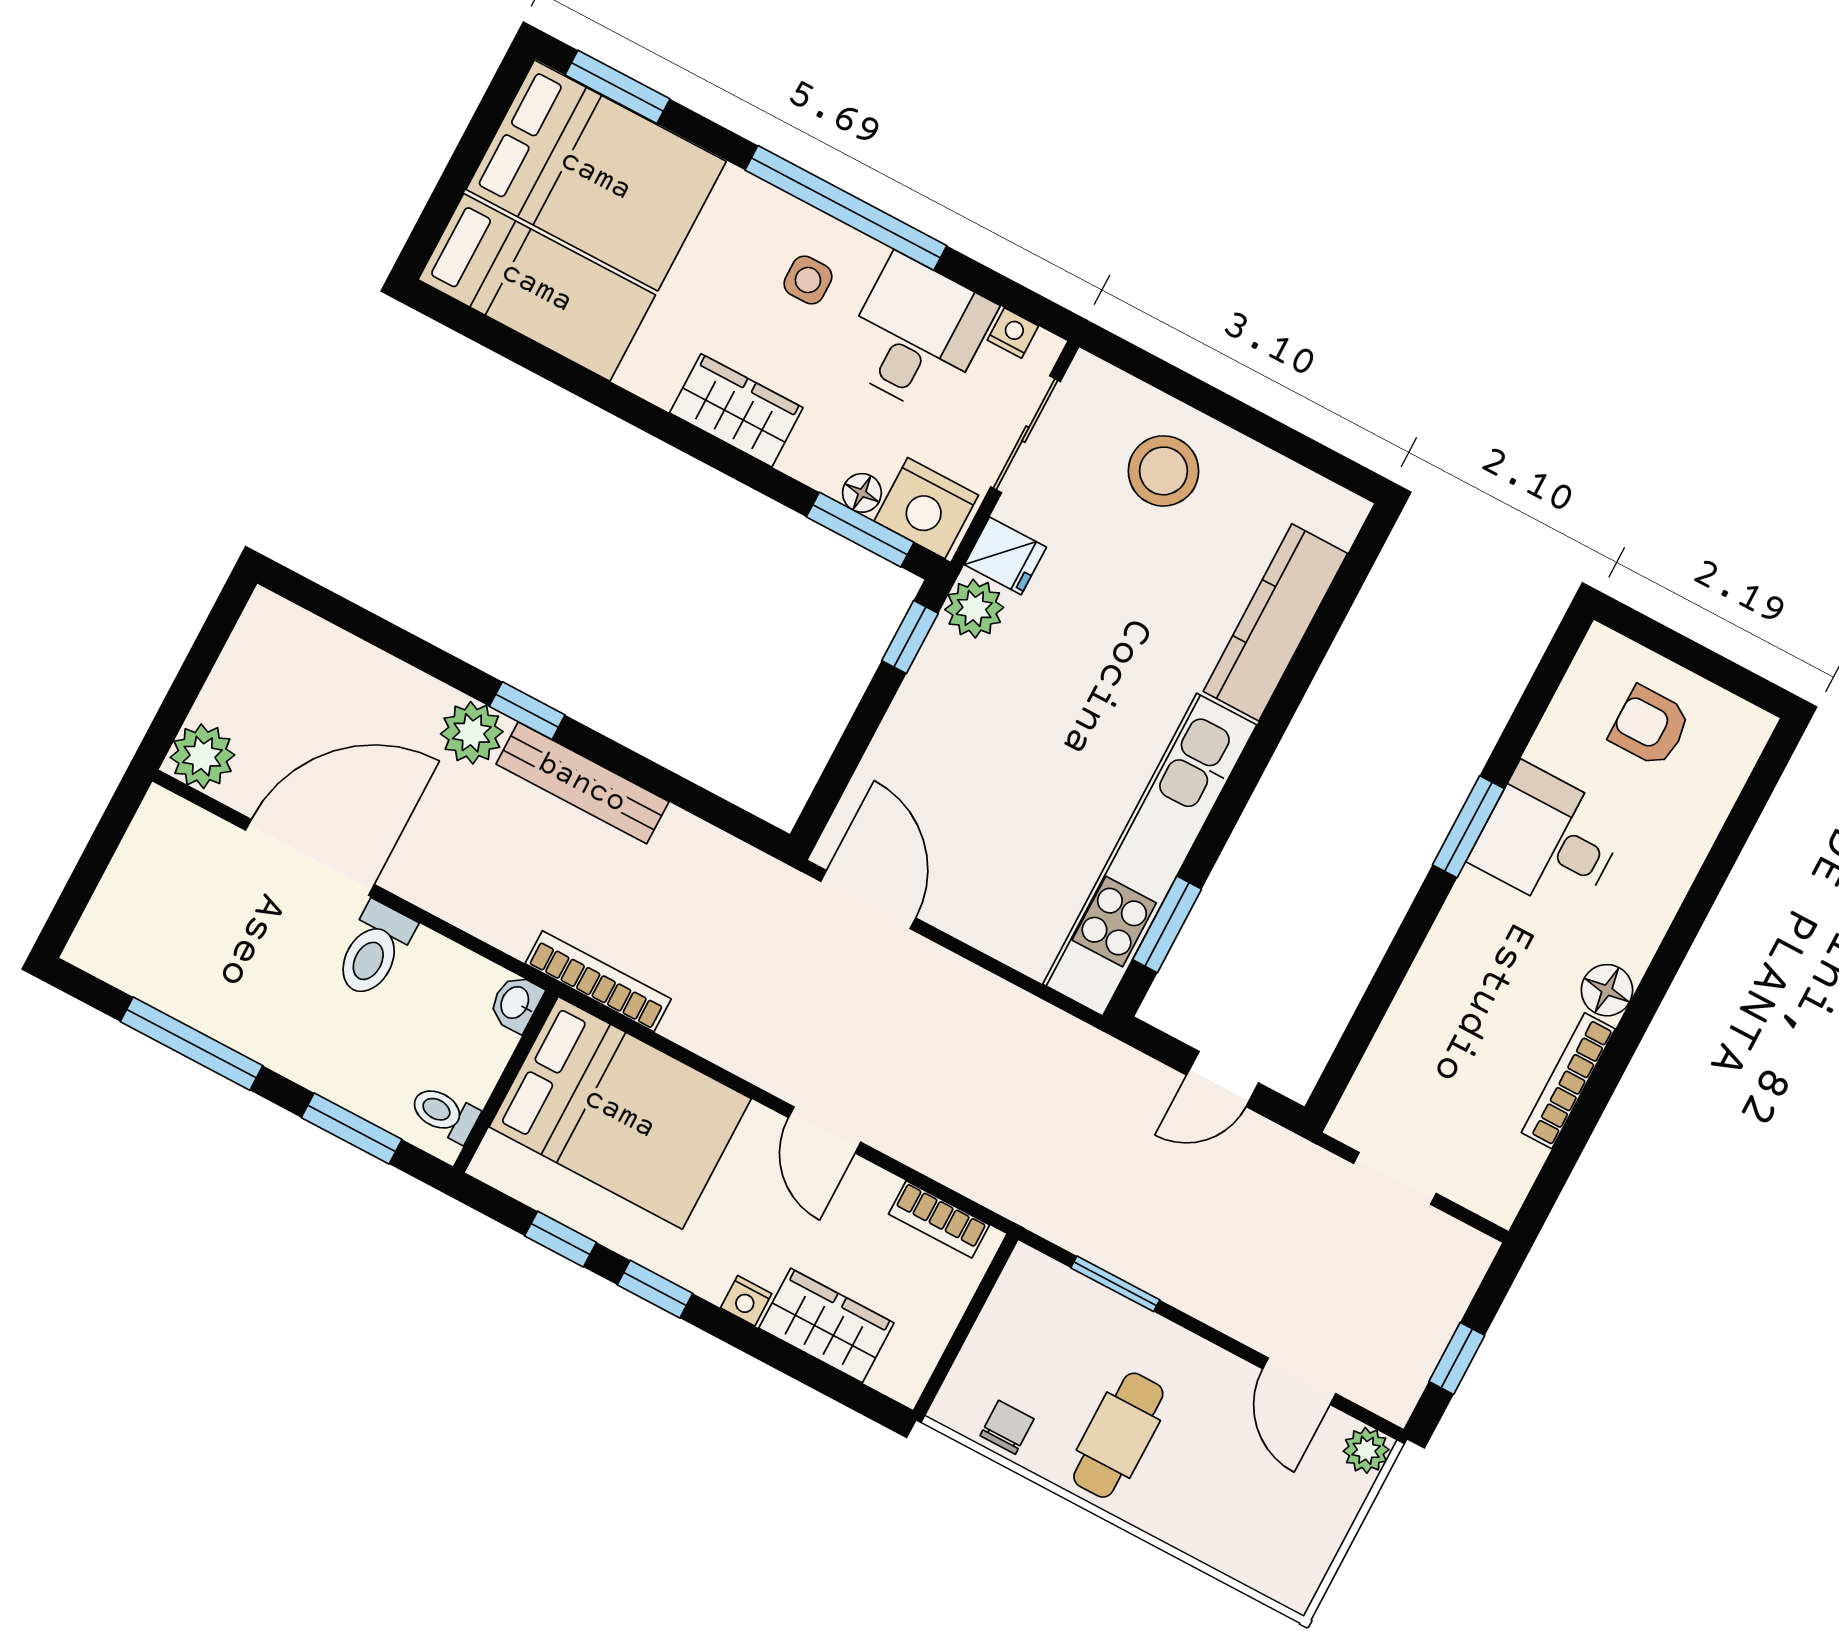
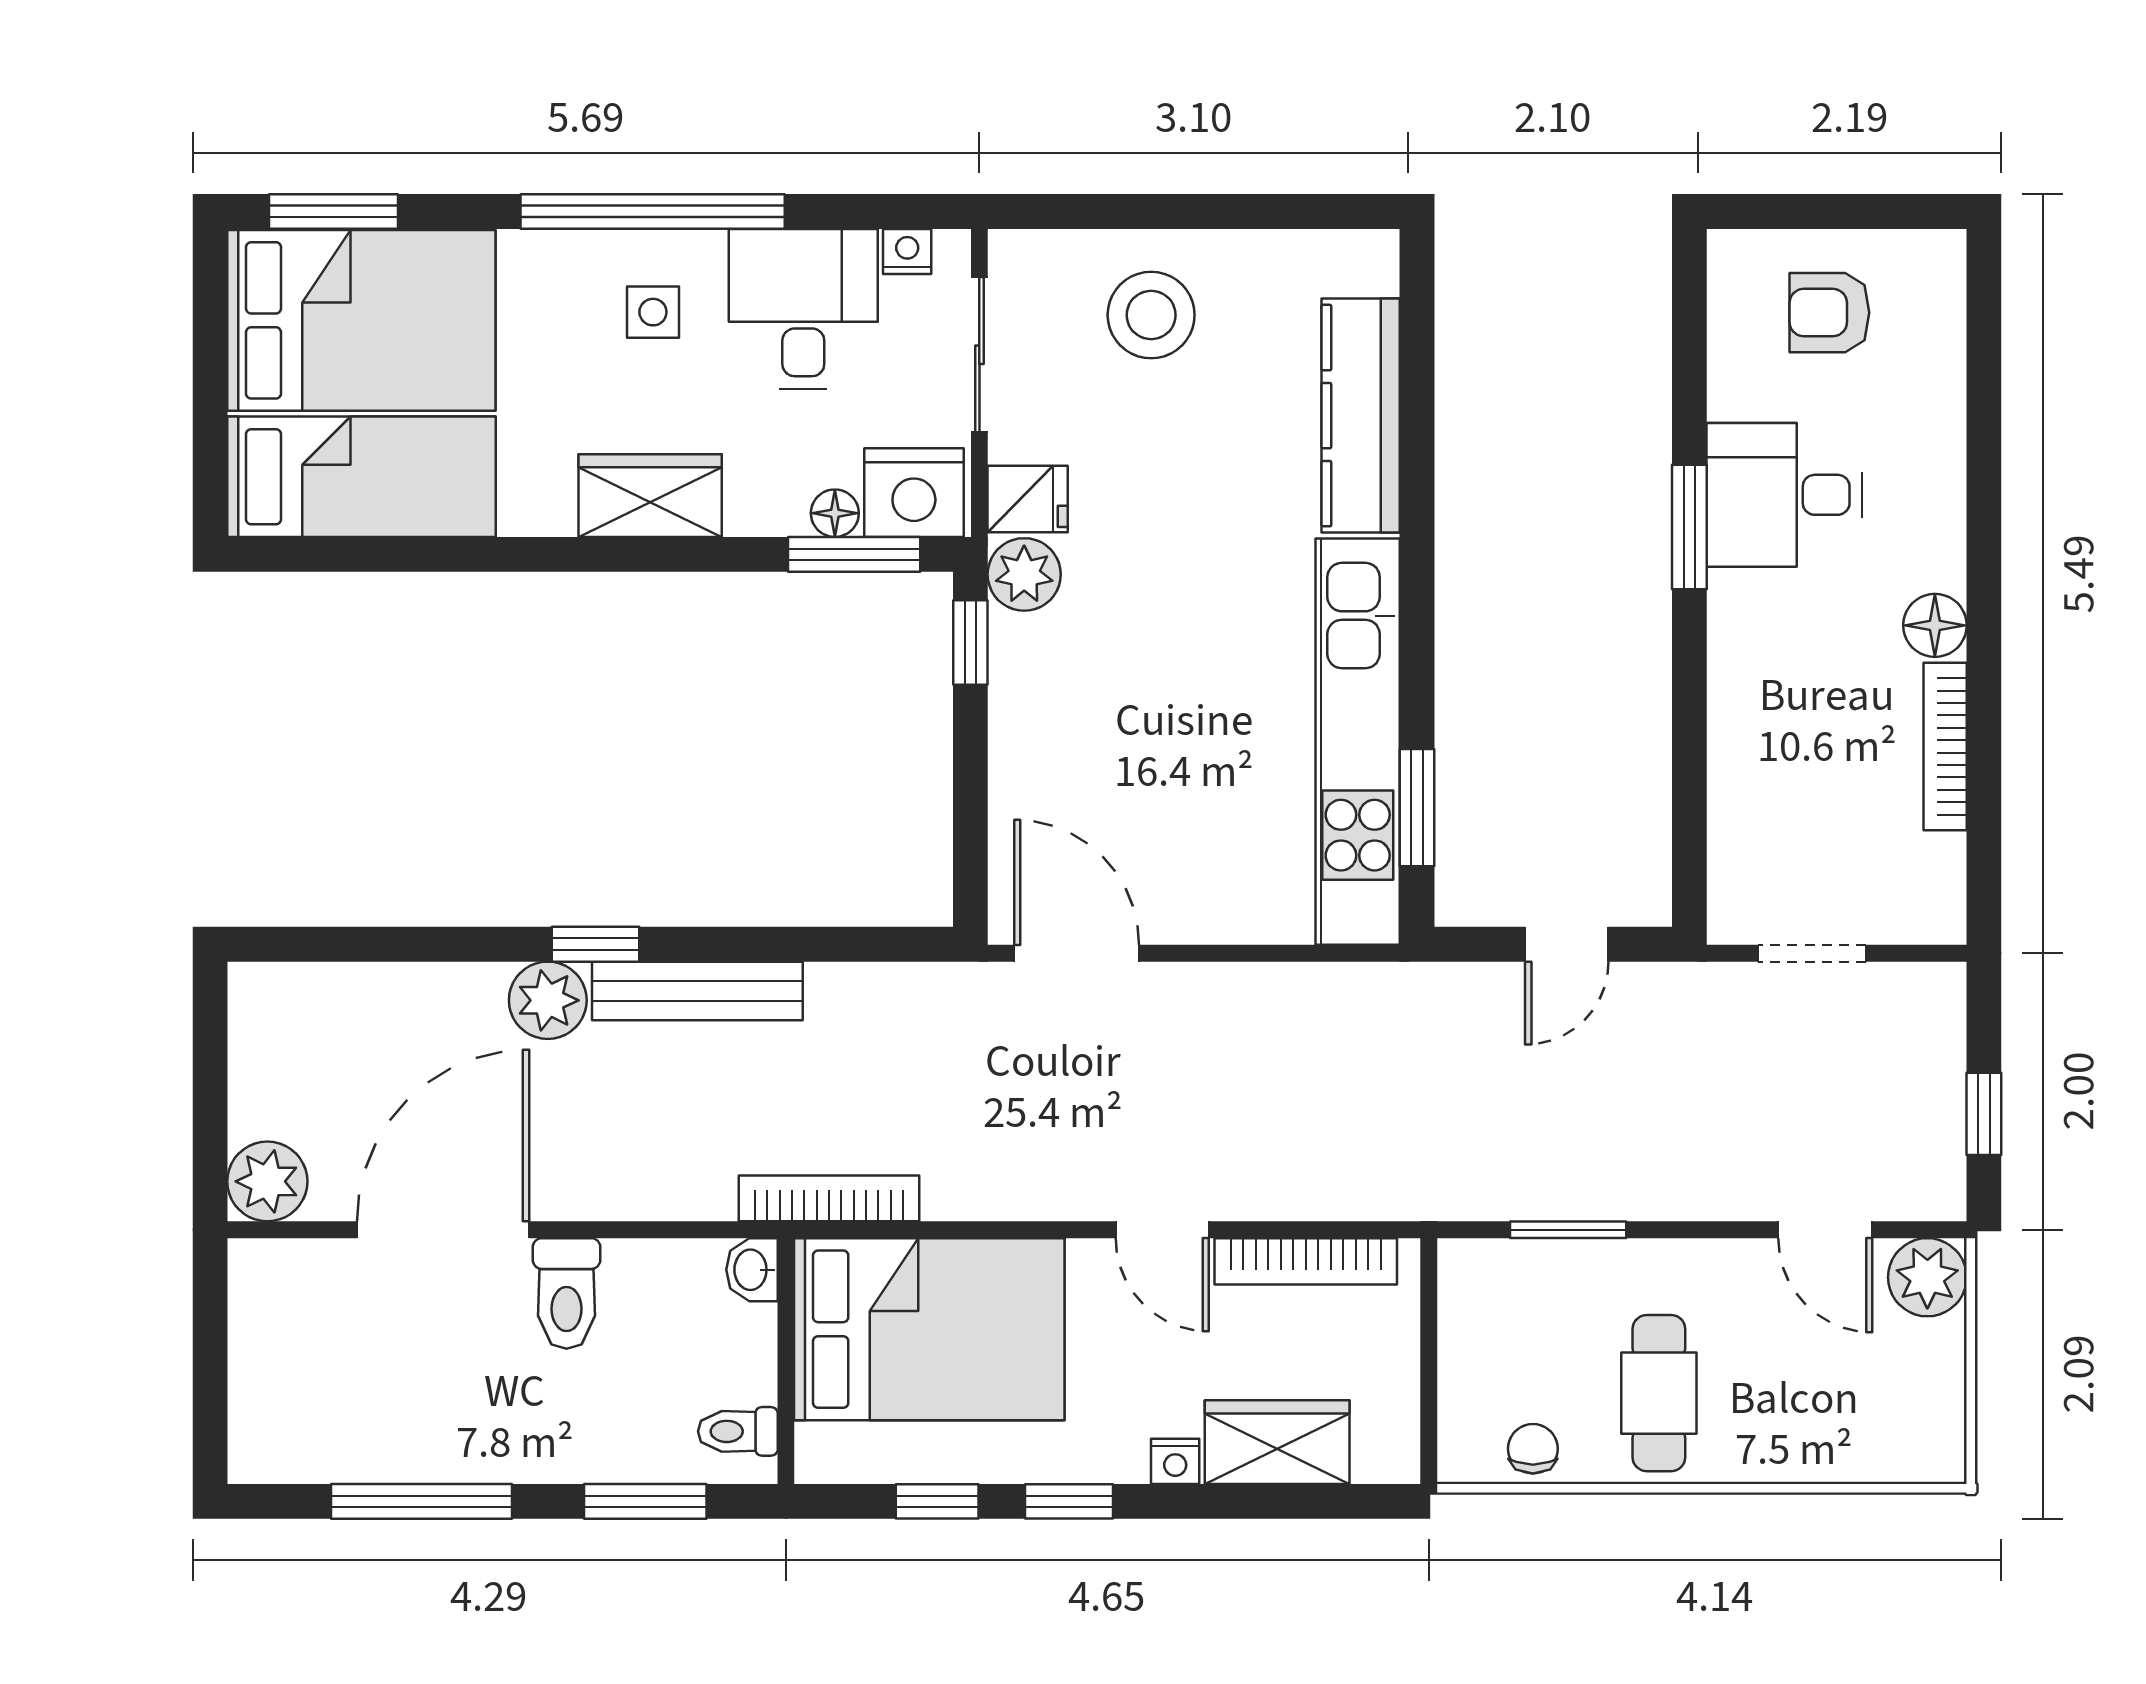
bookcase: (939, 1219) -> (1306, 1261), width x1.56
plant: (1366, 1450) -> (1927, 1277), width x1.38, depth x1.38

